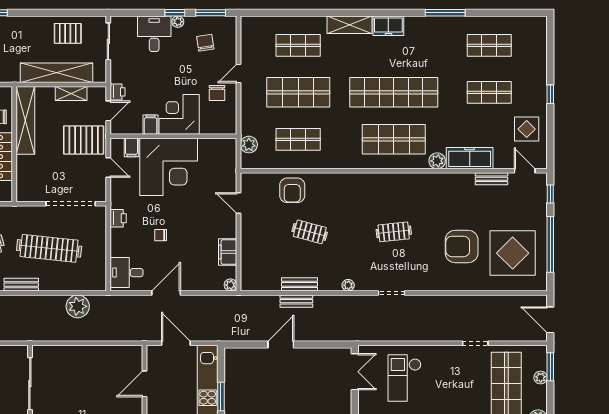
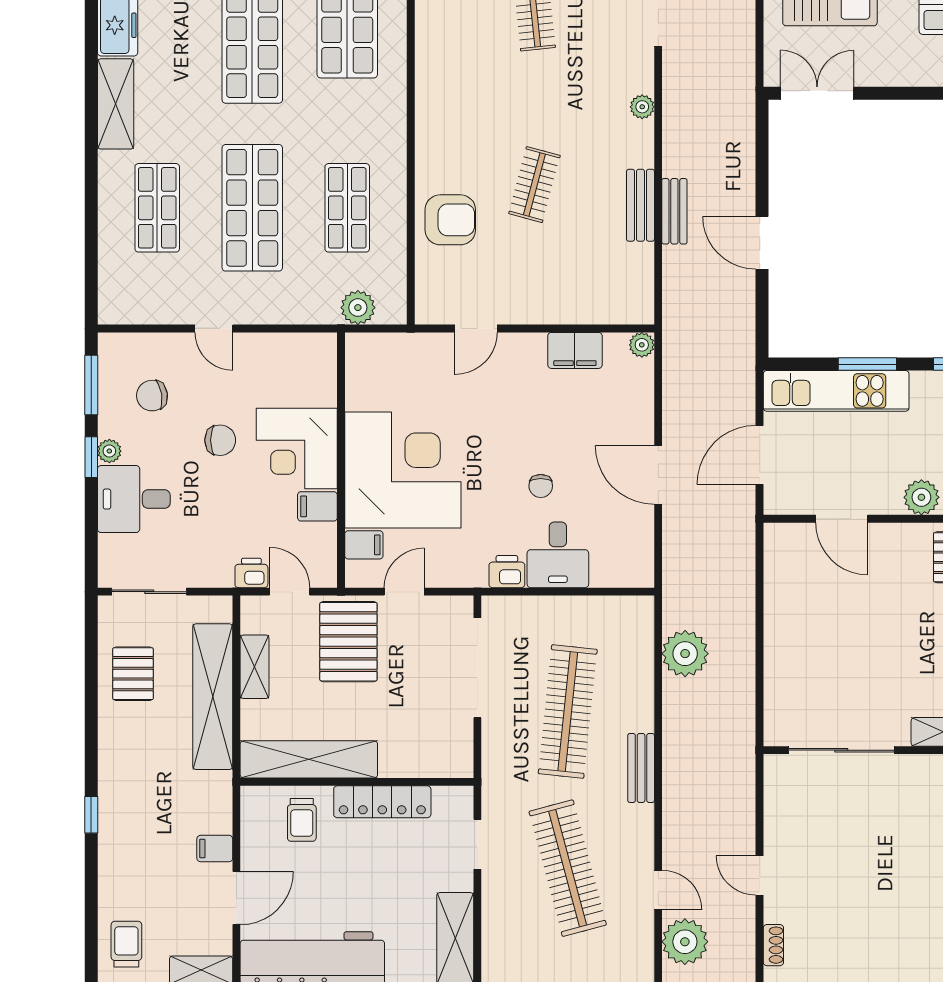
chair: (217, 93) -> (220, 440), moved
desk: (127, 273) -> (558, 555), moved

